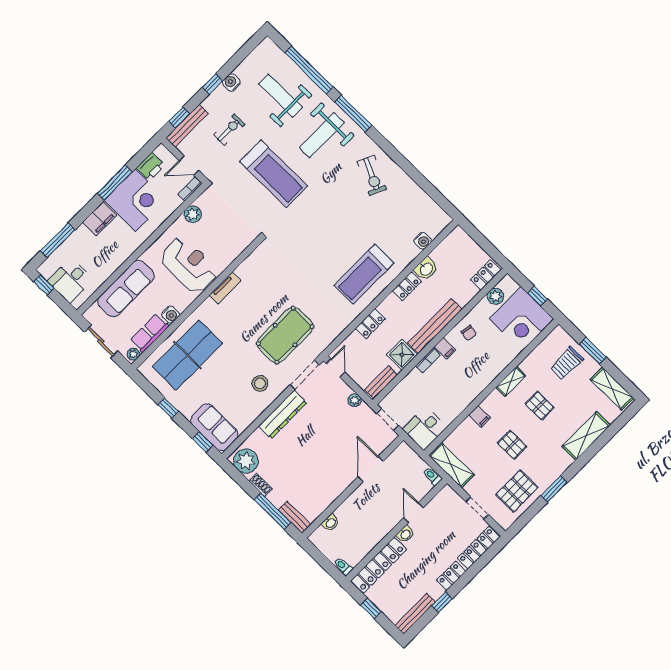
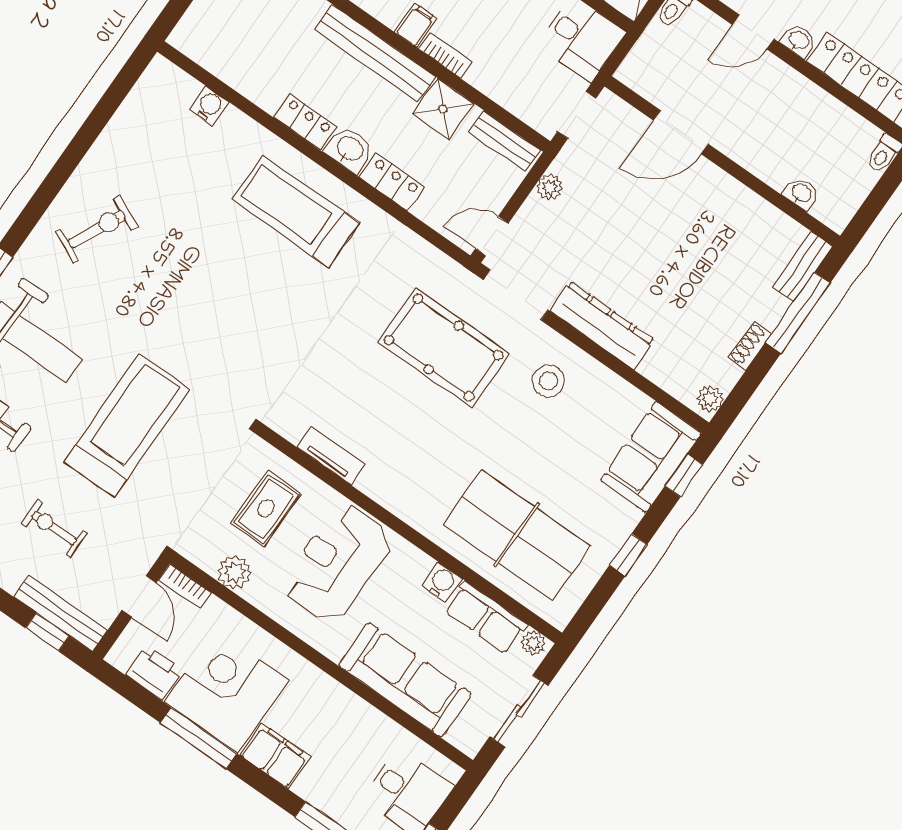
rug: (221, 235) -> (266, 508), added
washbasin: (426, 269) -> (350, 149), moved
treadmill: (364, 274) -> (296, 211), turned 180
tv unit: (225, 288) -> (331, 456), moved
plant: (246, 461) -> (710, 399), width x0.53, depth x0.53

